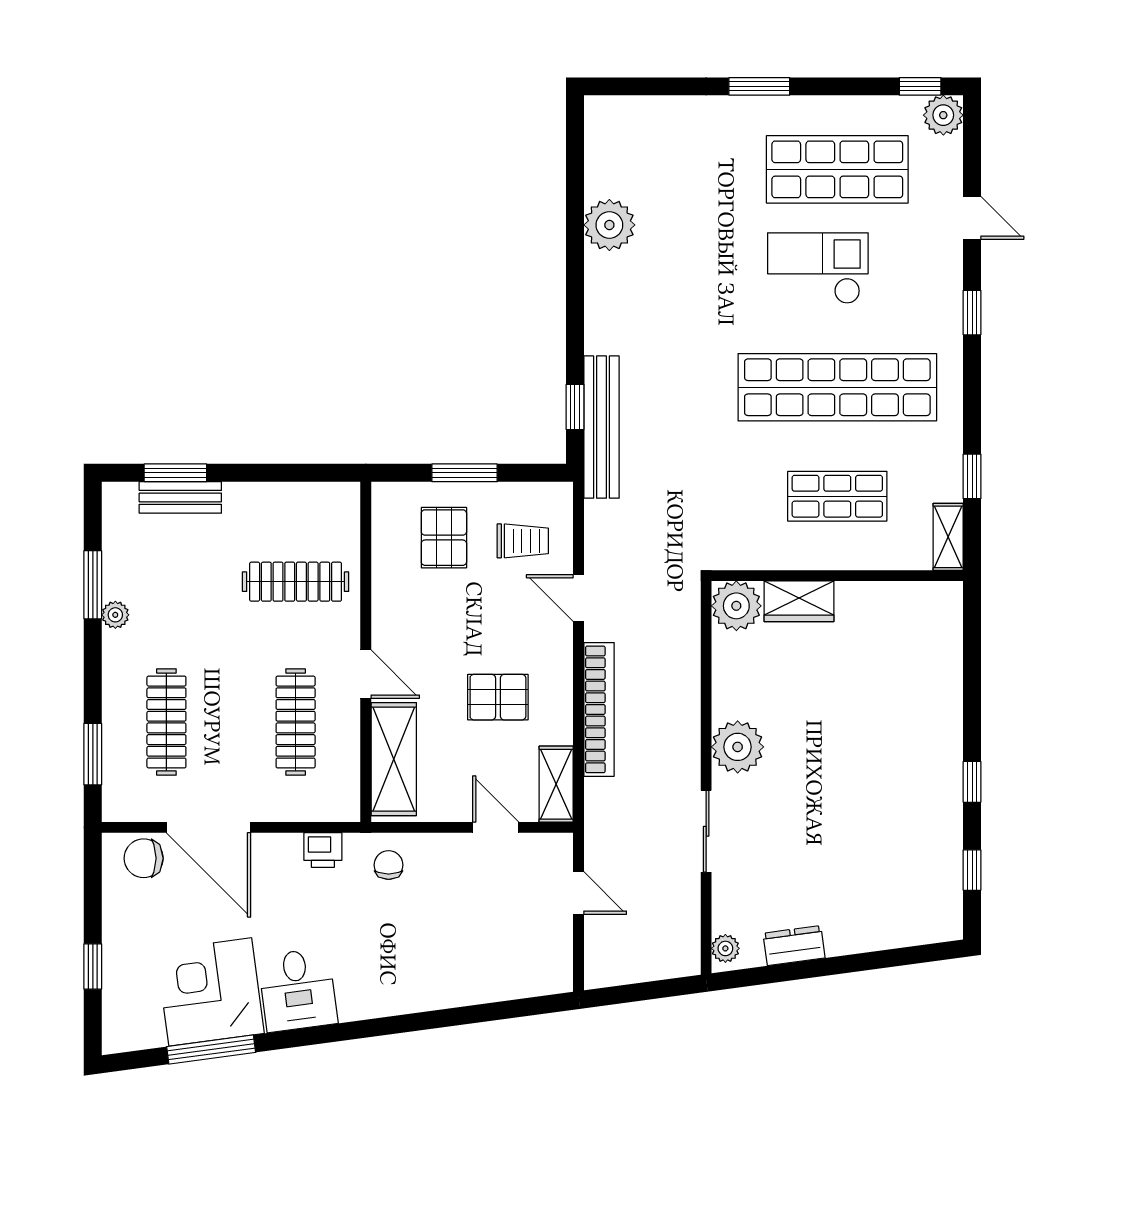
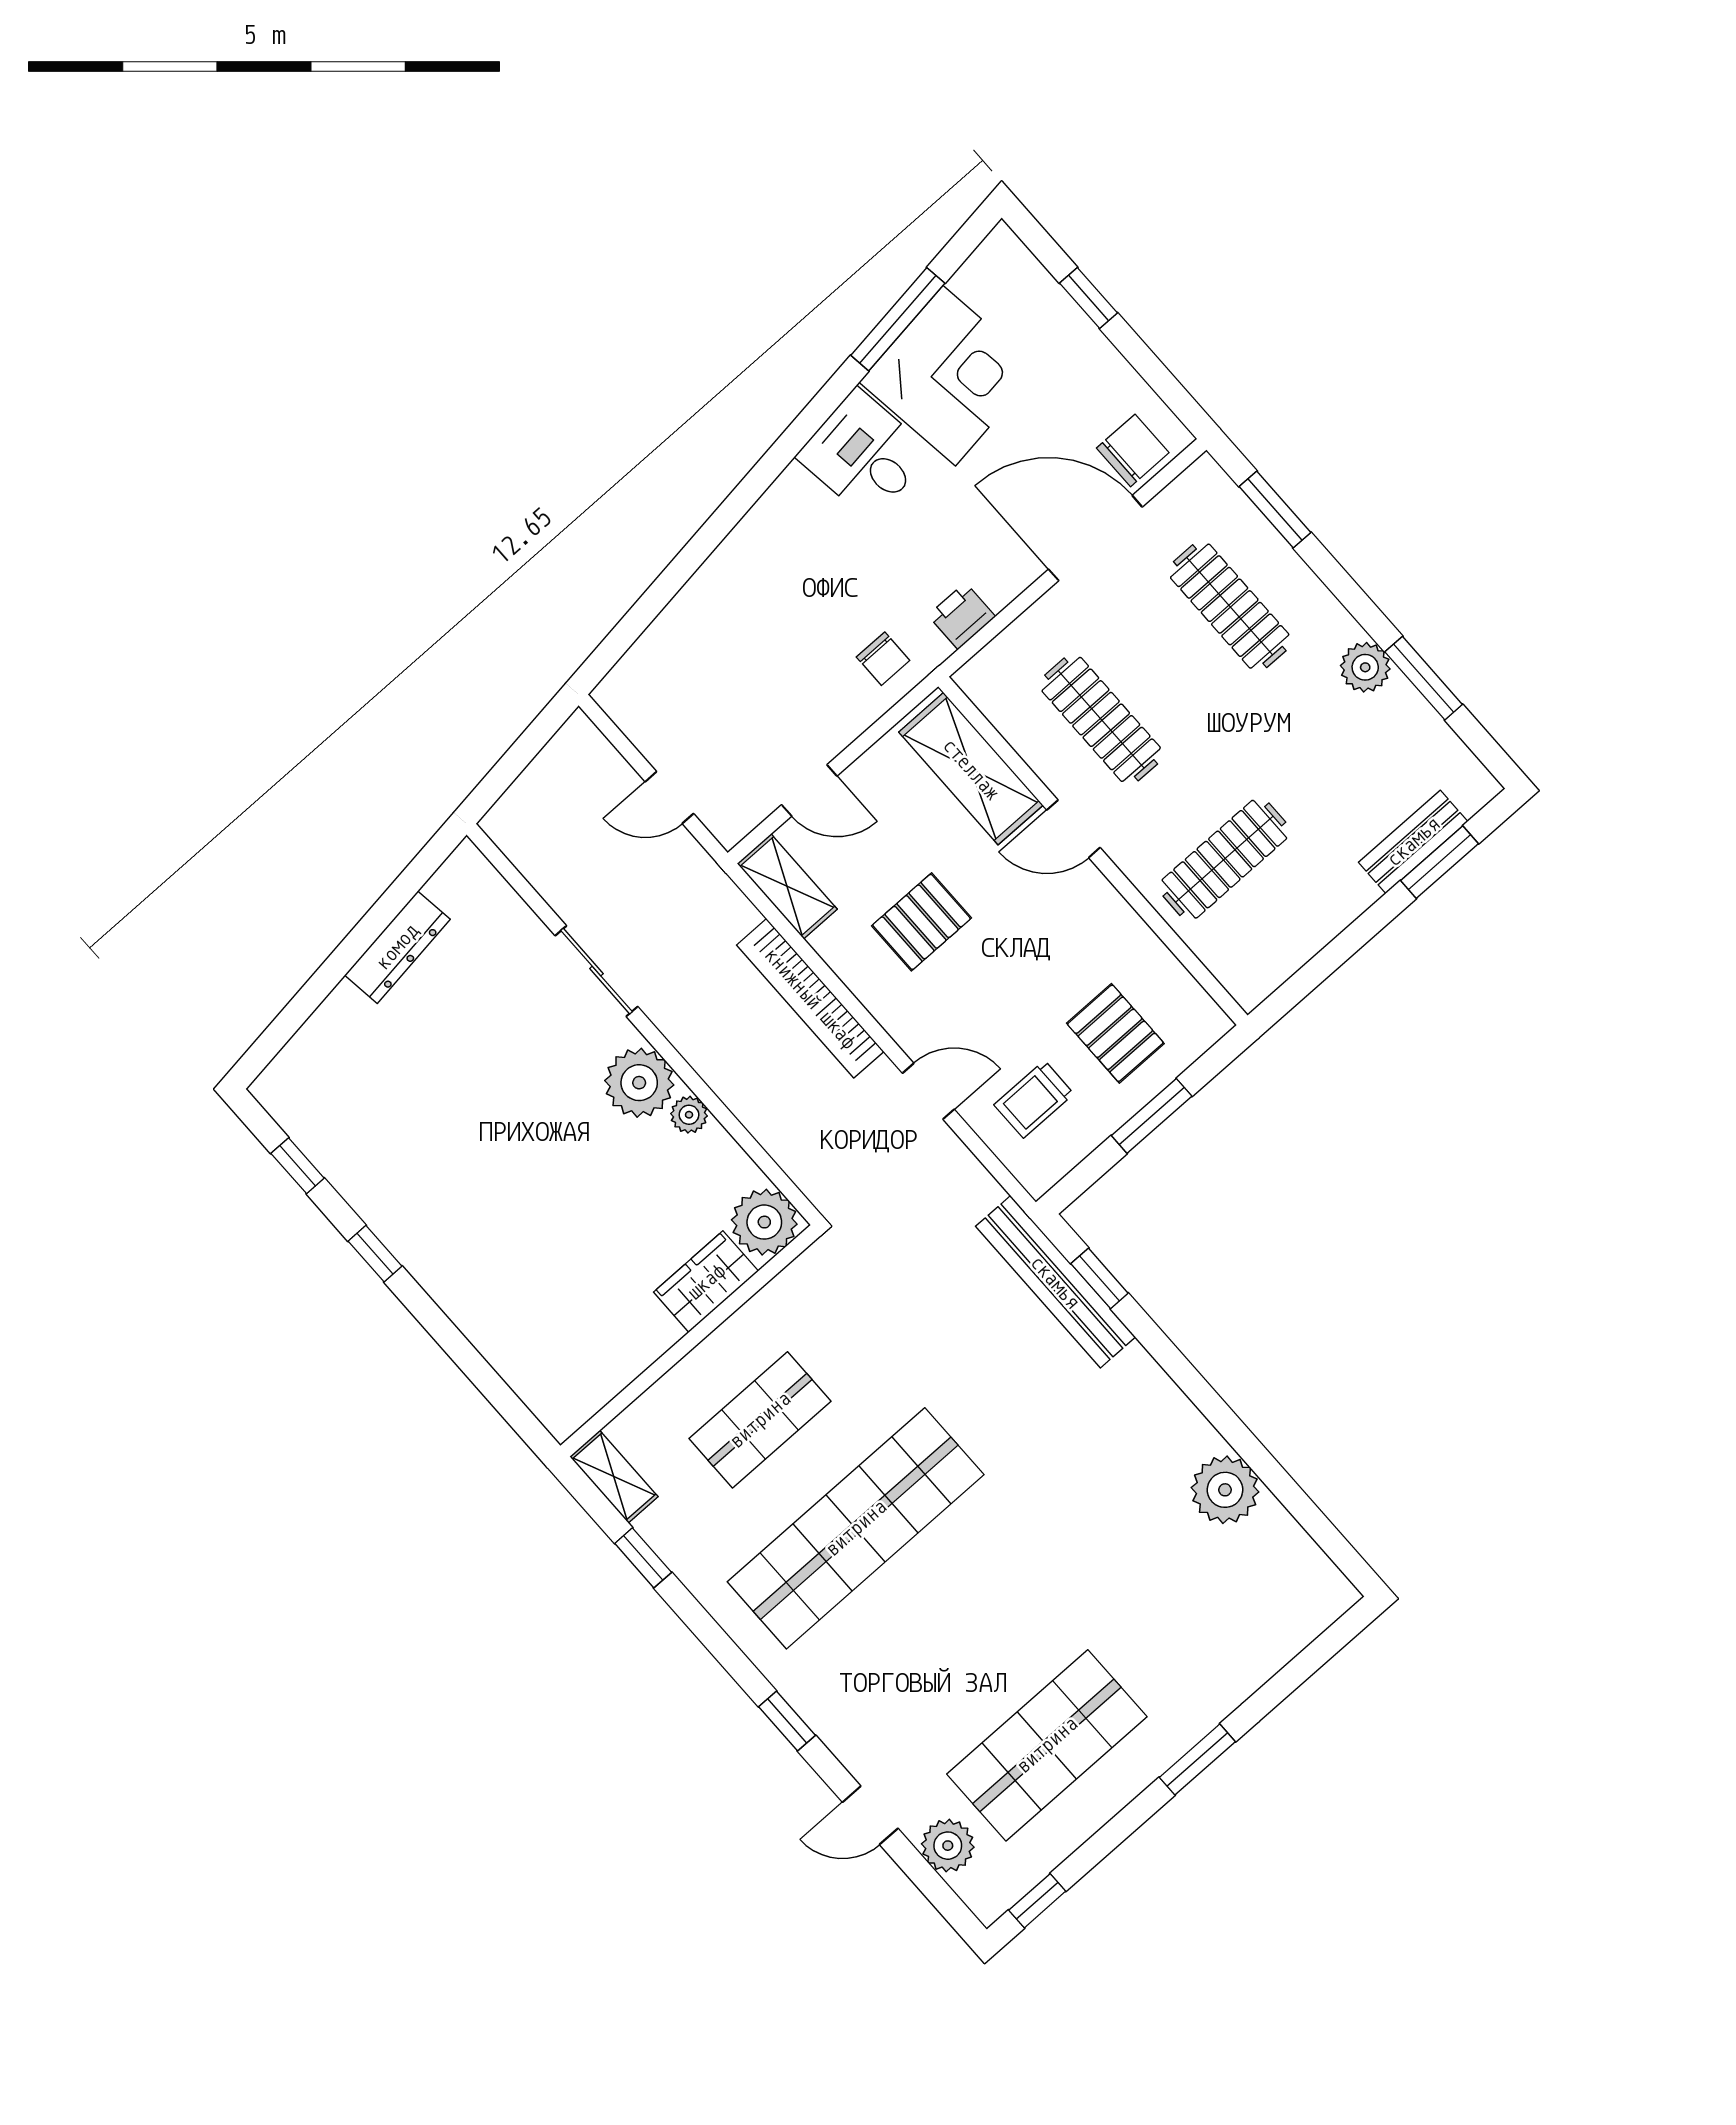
plant: (943, 115) -> (948, 1846), moved
checkout: (818, 268) -> (979, 1630), removed
plant: (115, 615) -> (1365, 667), width x1.38, depth x1.38
dresser: (794, 946) -> (397, 947), width x1.44
plant: (725, 948) -> (689, 1115), moved

